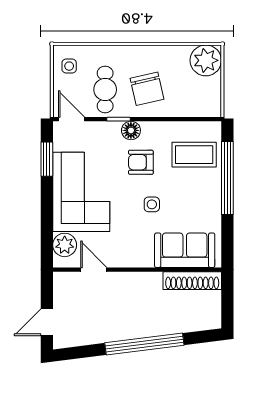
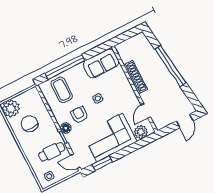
chair: (147, 89) -> (30, 124), moved, turned -77
door: (71, 119) -> (75, 161), hinge flipped
armchair: (141, 162) -> (79, 115), turned 180
sofa: (185, 250) -> (101, 63), moved, turned -90
shoe rack: (192, 281) -> (136, 77), moved
door: (47, 322) -> (185, 121), hinge flipped

